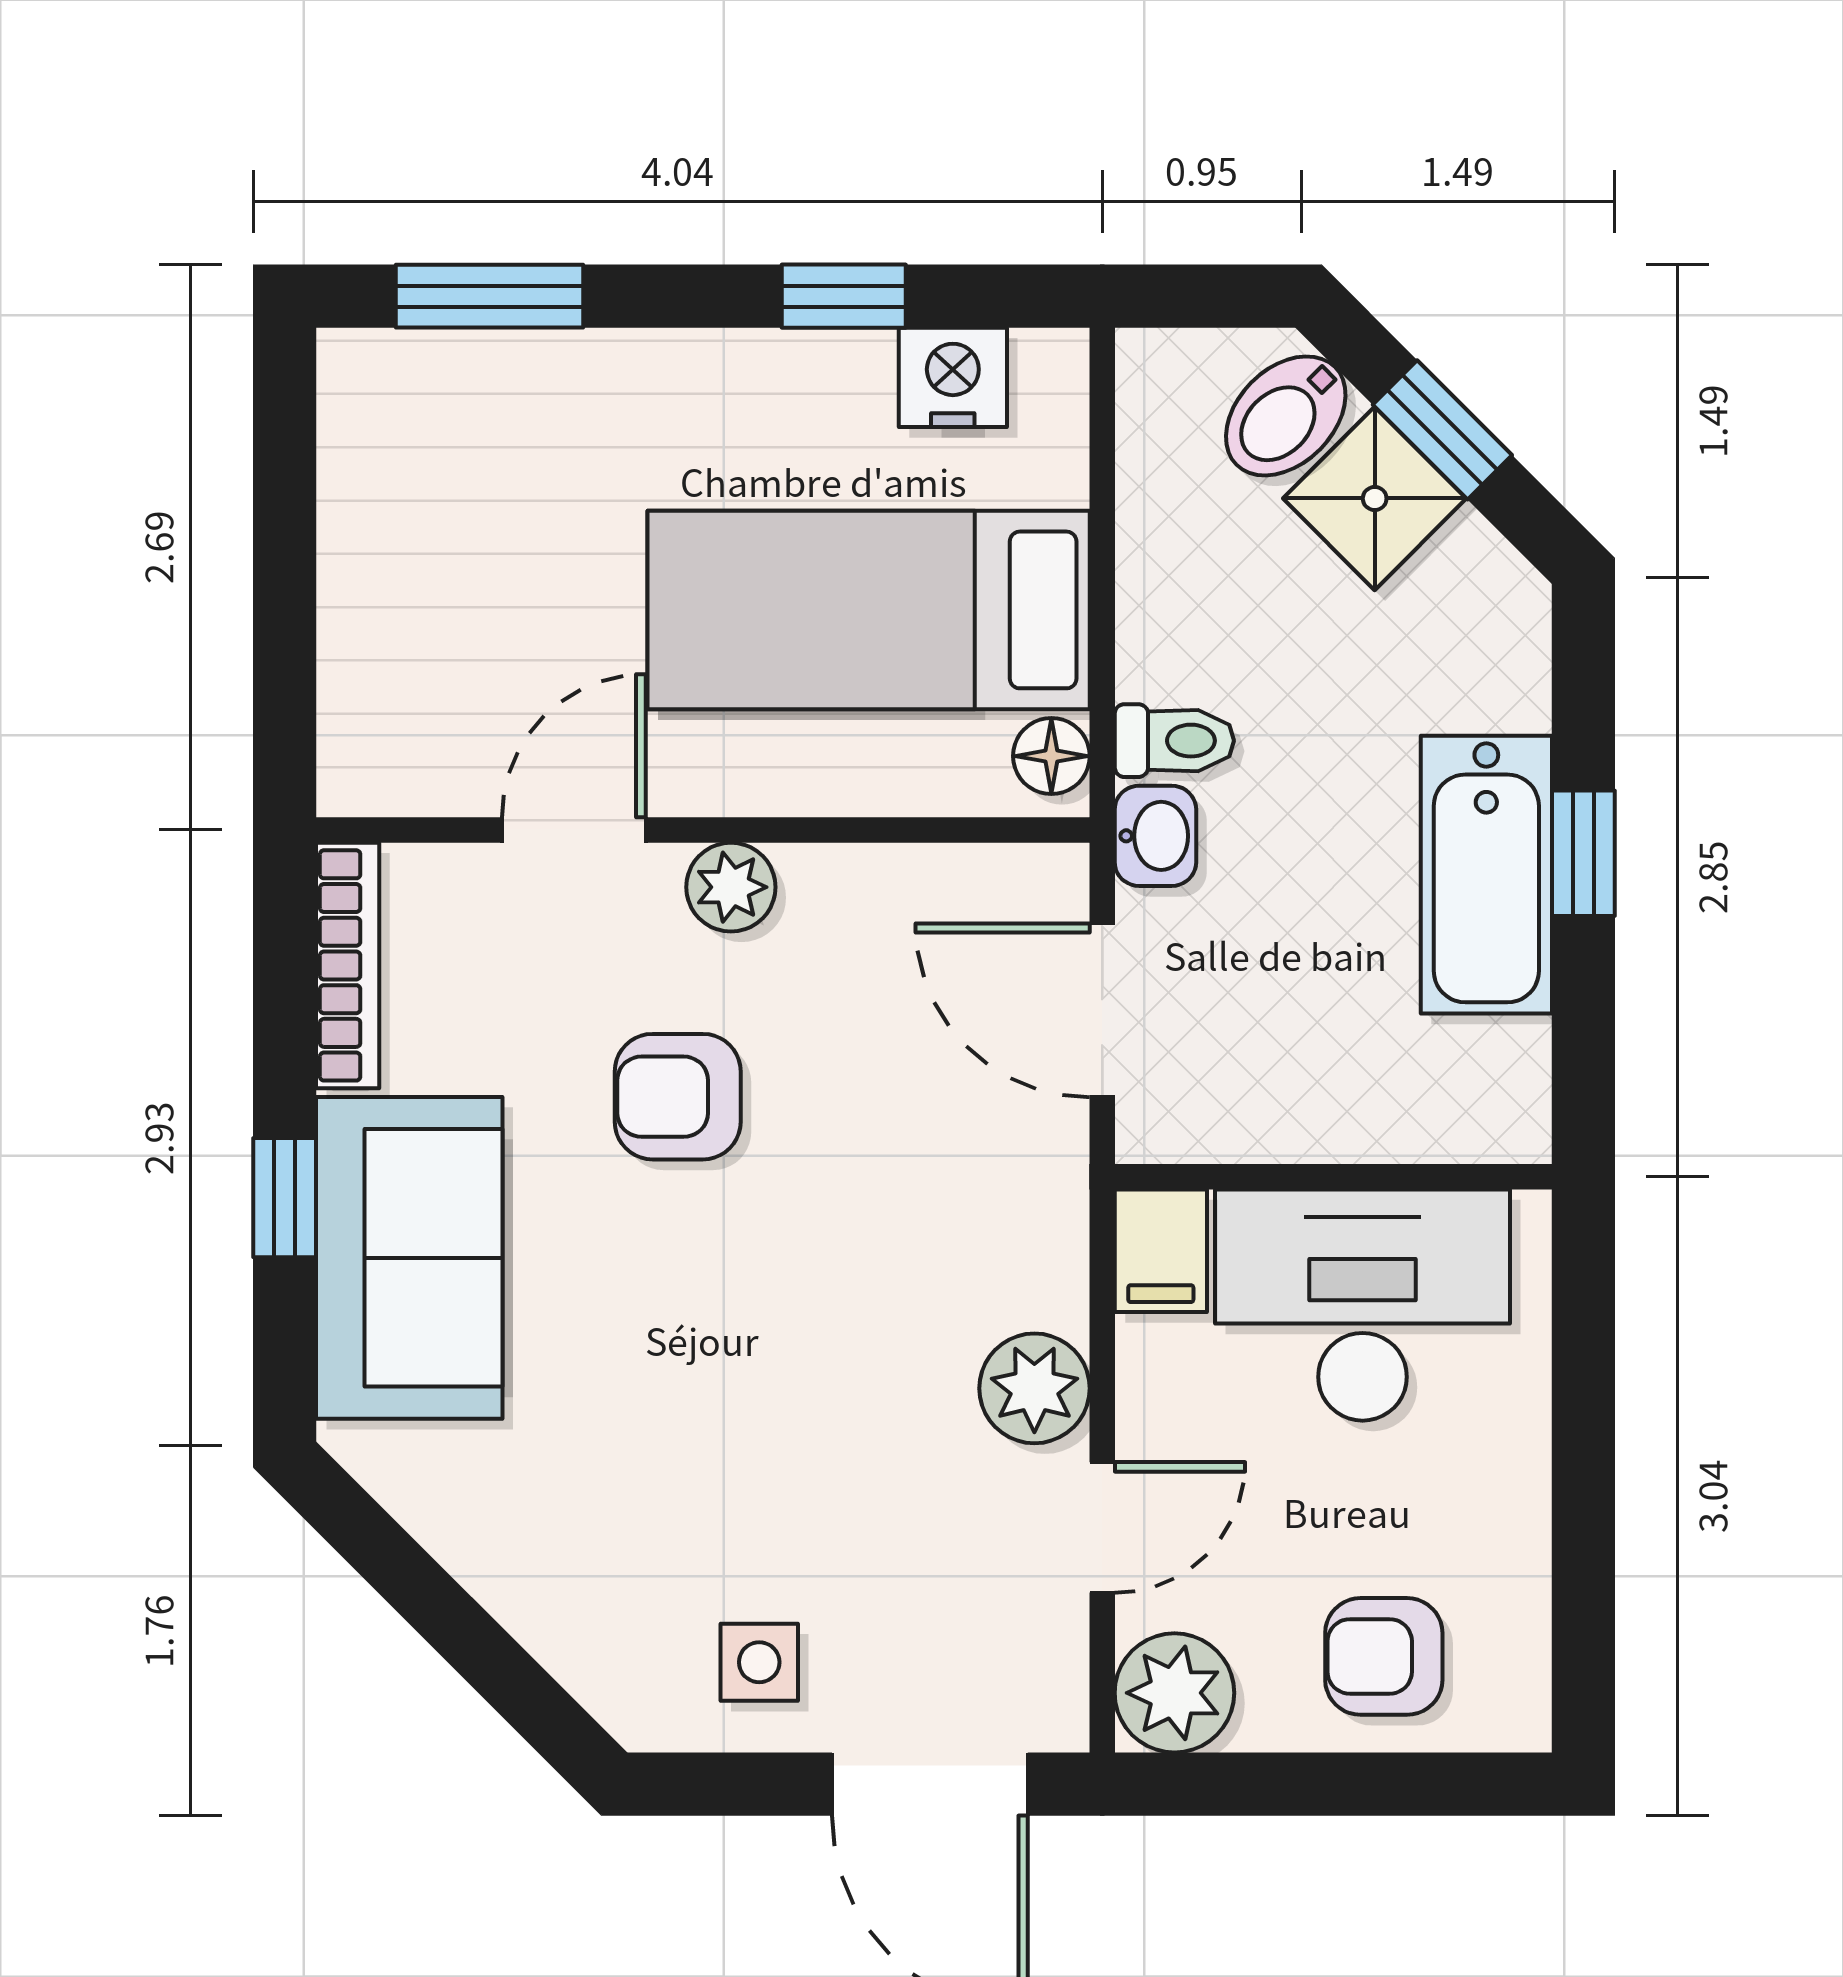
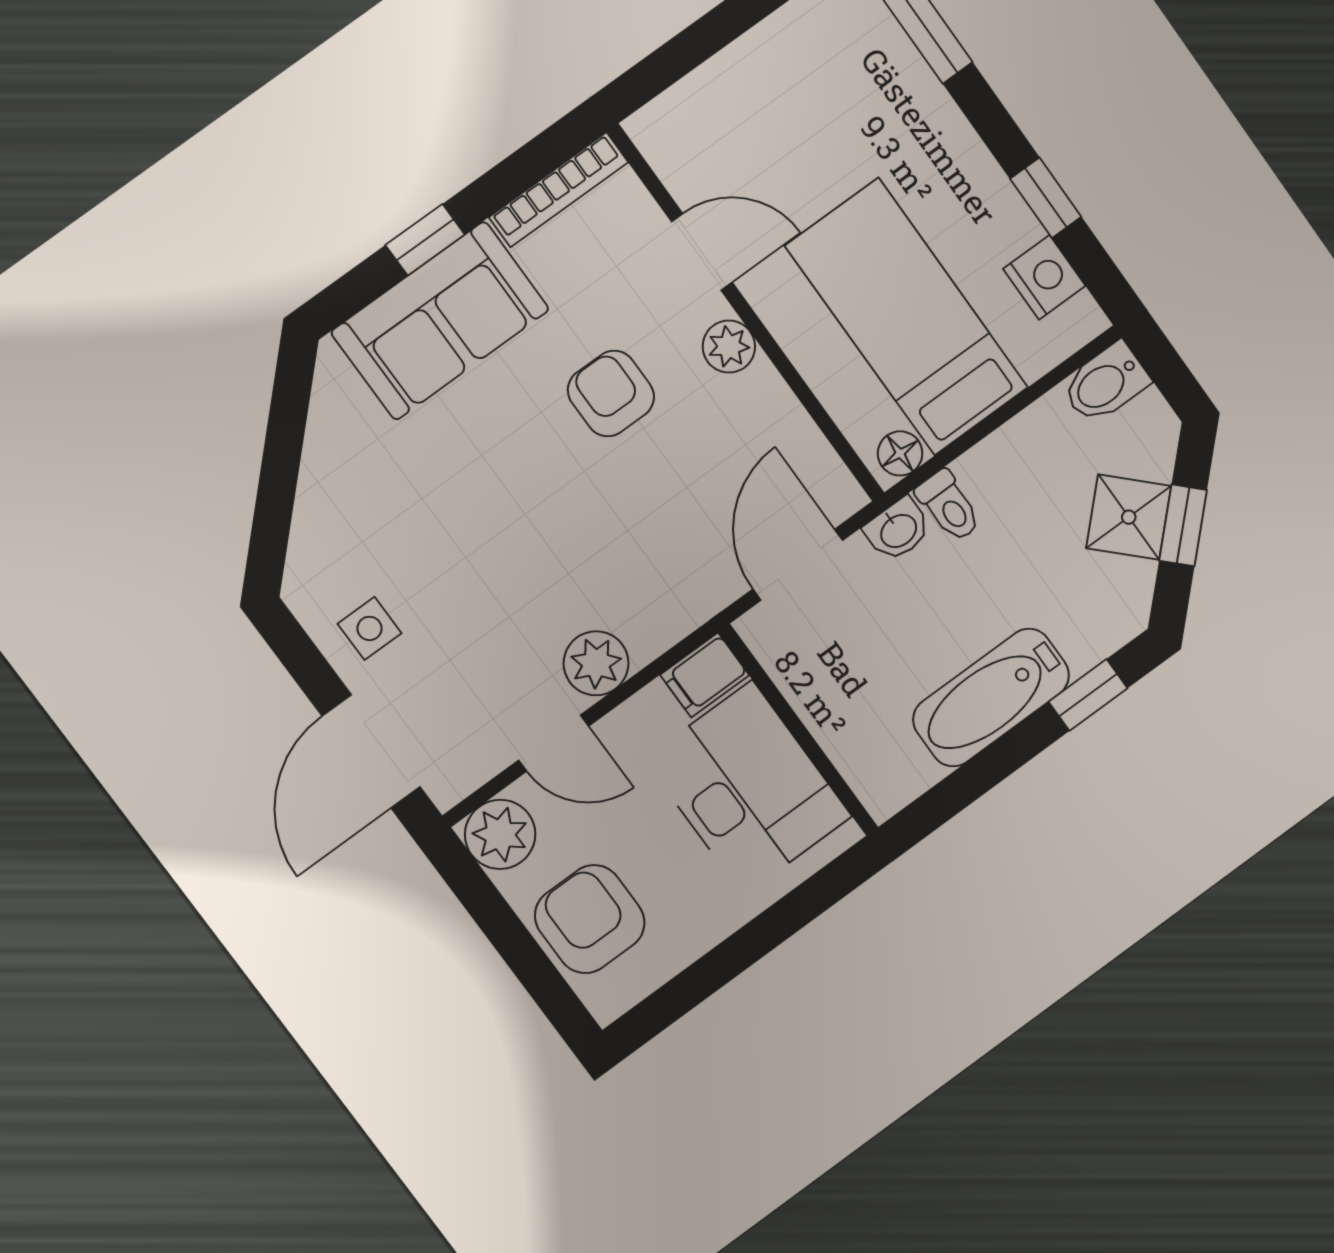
bidet: (1286, 416) -> (1105, 383), moved, turned -45
window: (1583, 853) -> (1088, 695), moved
armchair: (1384, 1656) -> (590, 919), width x1.38, depth x1.38

